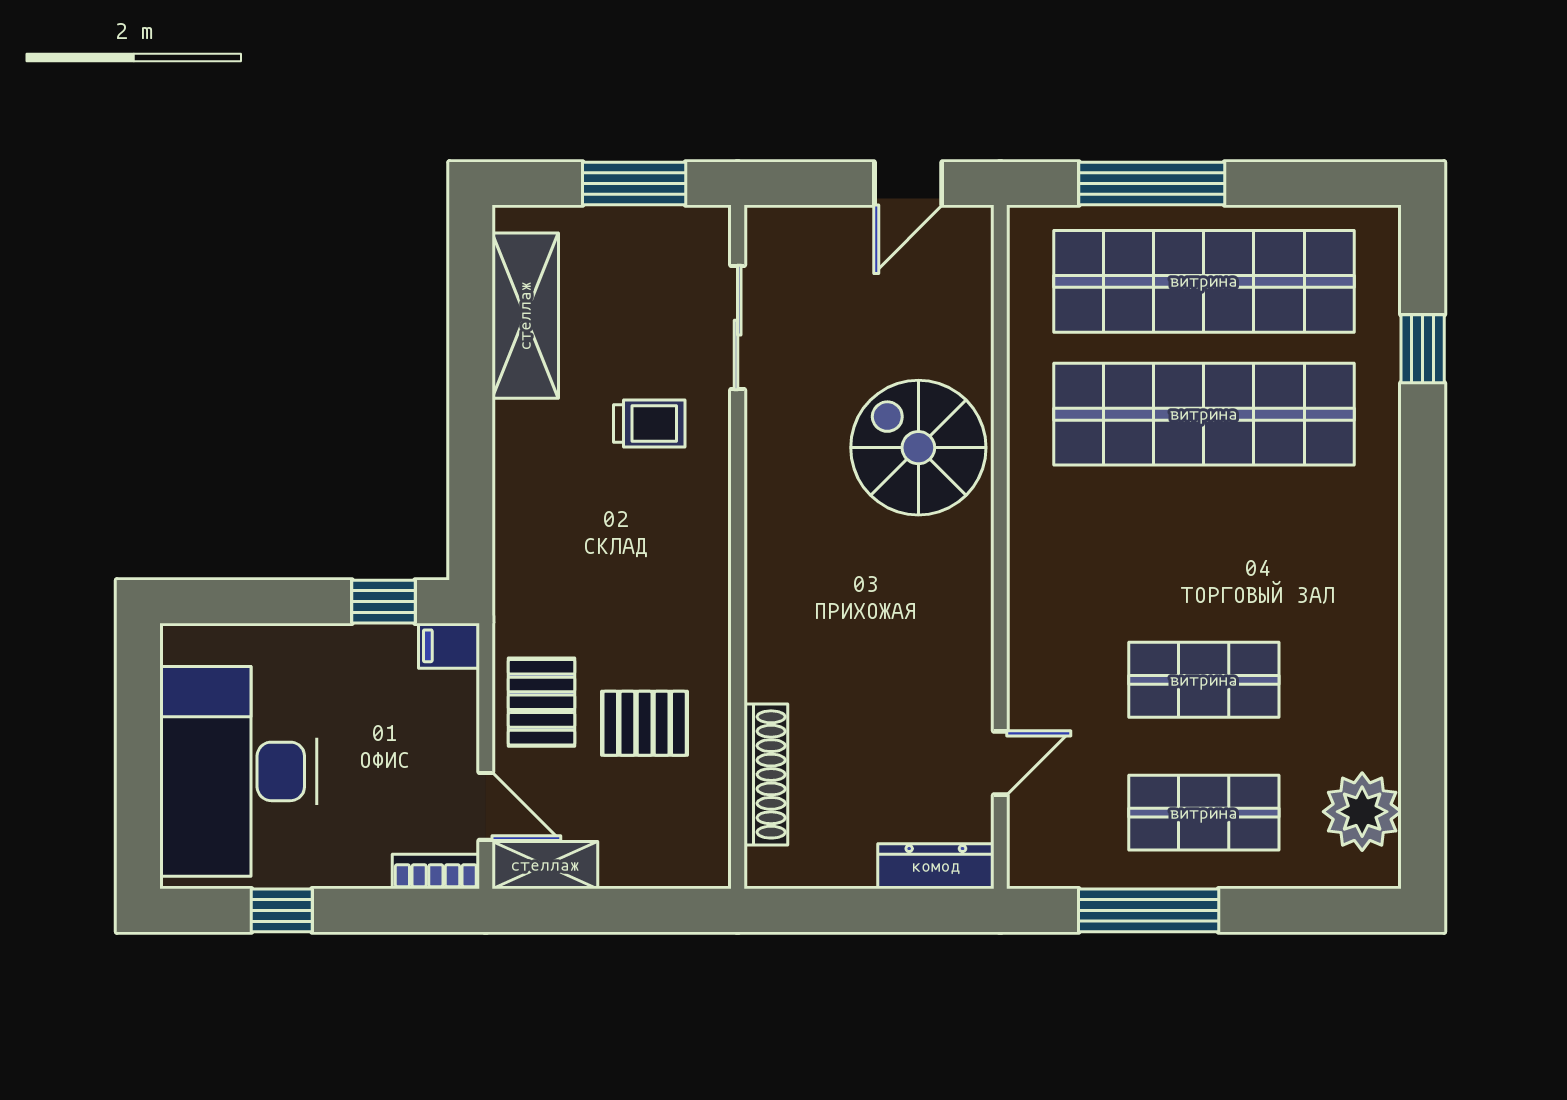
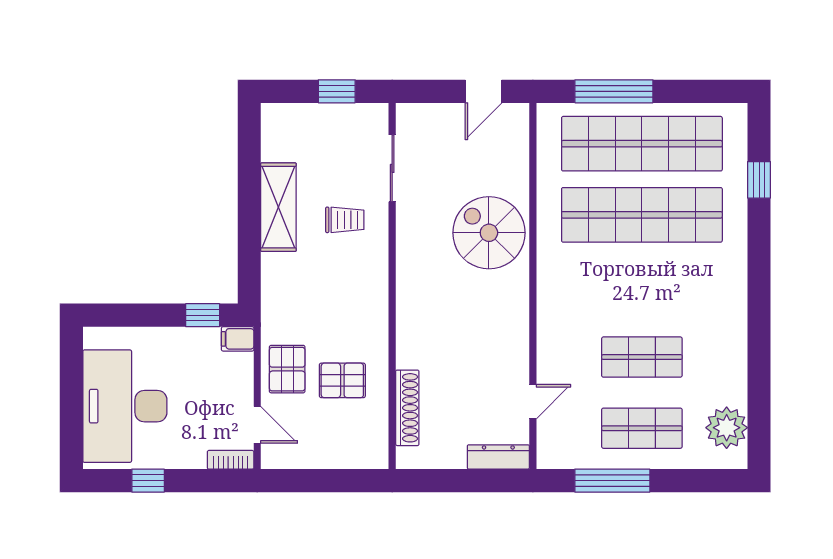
window: (634, 184) -> (337, 91), width x0.67
shelving: (525, 316) -> (278, 207), moved
shelving: (545, 865) -> (289, 456), removed

